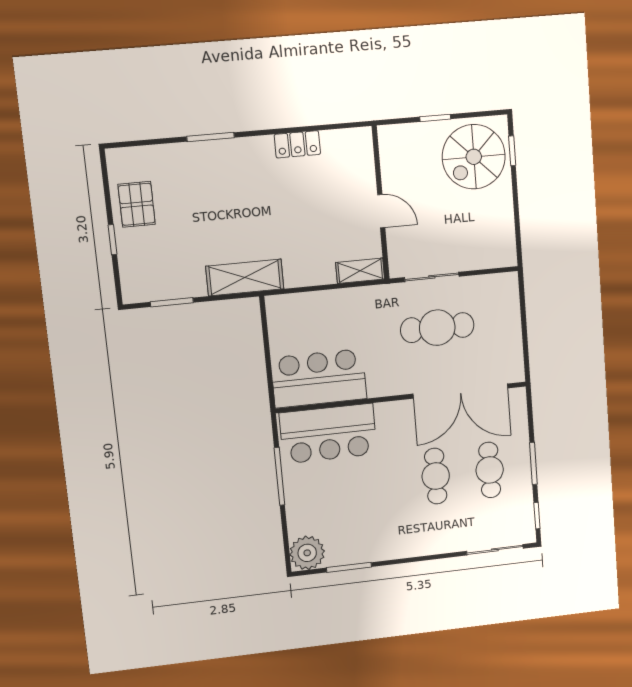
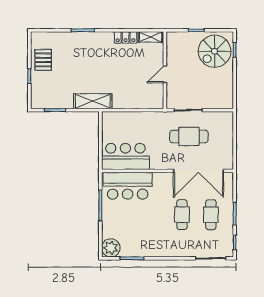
door: (381, 211) -> (165, 74), swing flipped
shelving: (360, 271) -> (150, 37), moved

